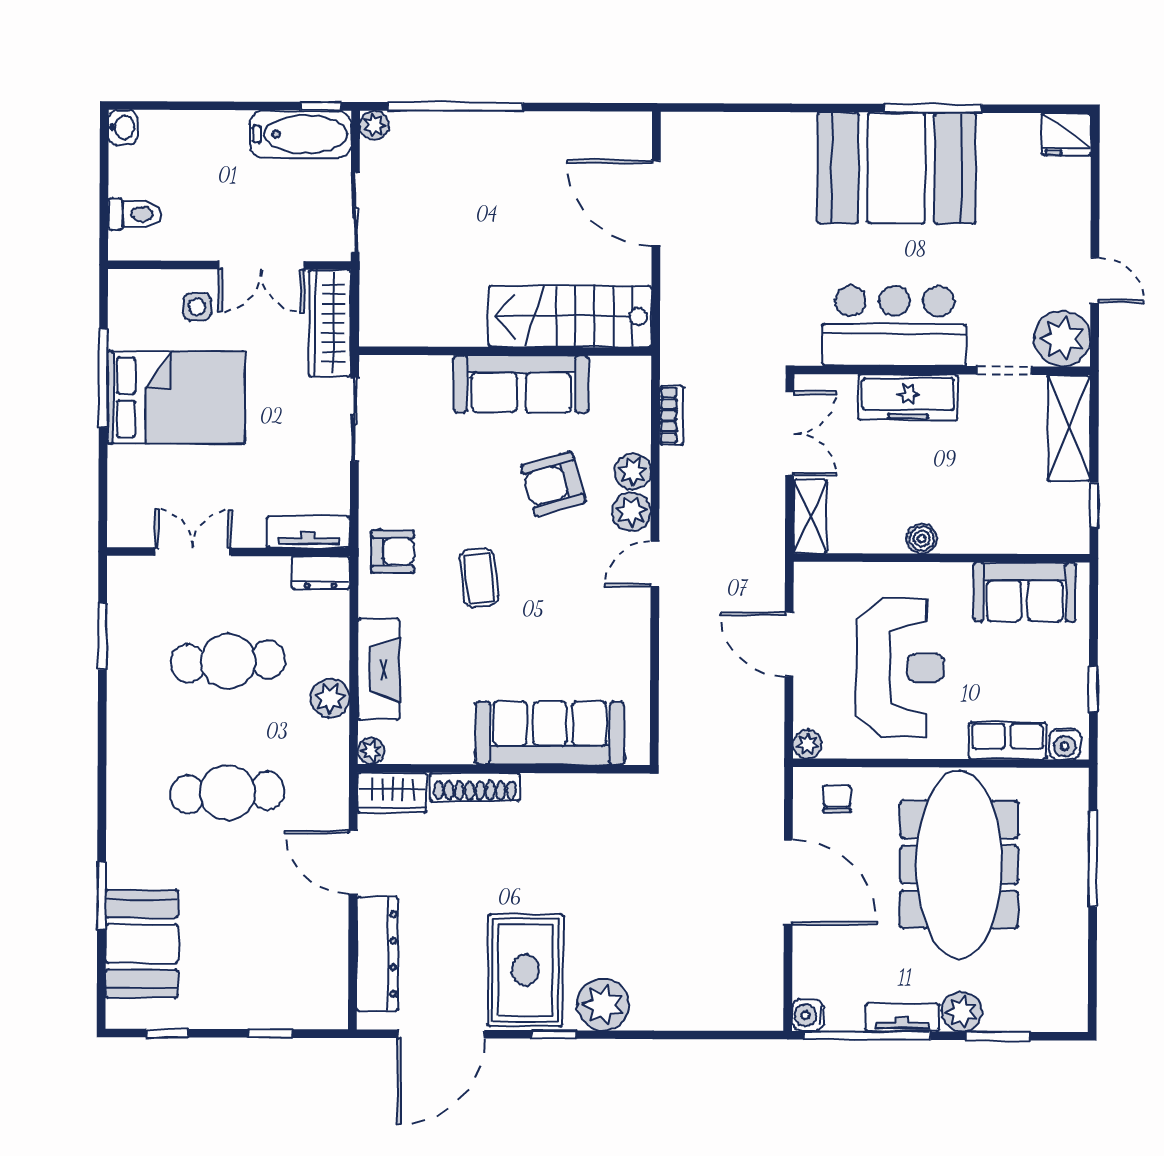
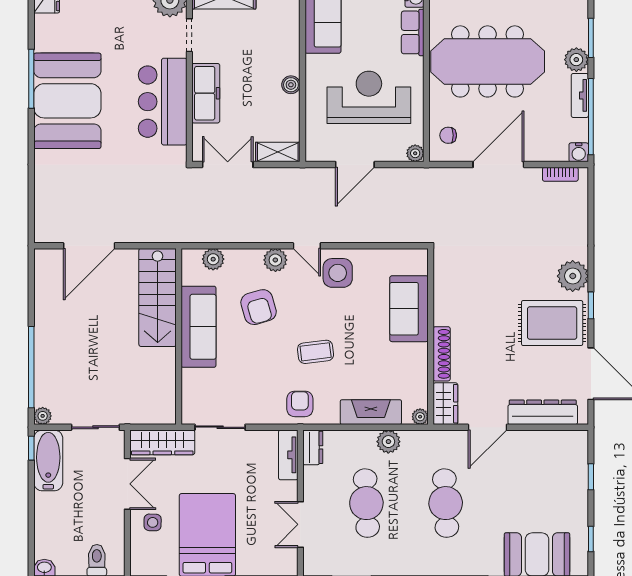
bookcase: (671, 415) -> (560, 174), moved, turned 180
plant: (633, 471) -> (213, 259), moved
side table: (610, 615) -> (338, 273), added
sofa: (550, 733) -> (409, 309), width x0.73

